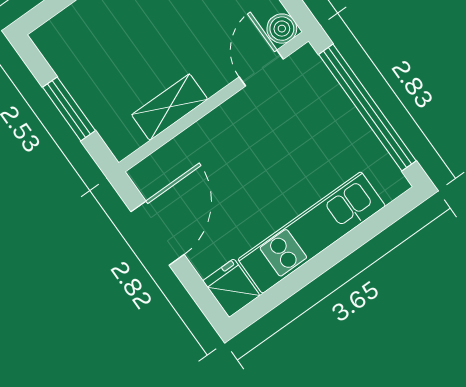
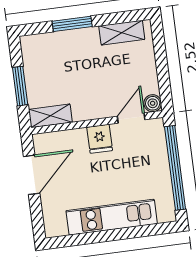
shelving: (170, 107) -> (50, 116), moved
fridge: (231, 288) -> (100, 139), moved, turned 180

